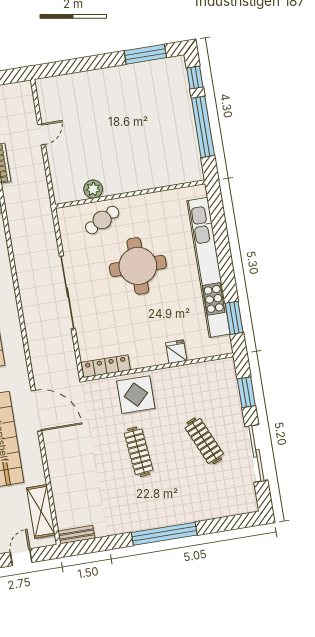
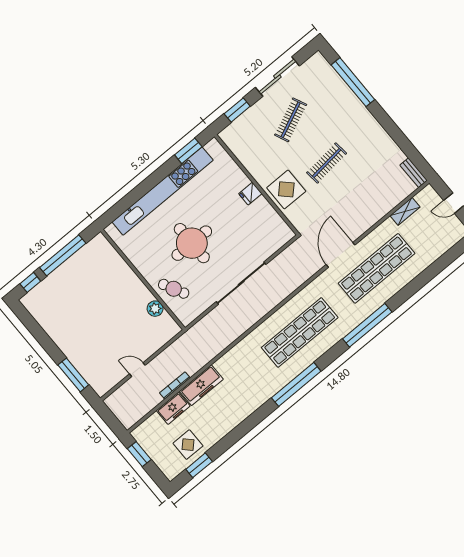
window: (145, 54) -> (73, 375), moved
fridge: (176, 352) -> (250, 194), moved
locker: (106, 366) -> (278, 223), removed
shelving: (41, 511) -> (405, 211), width x0.67, depth x0.75
window: (164, 534) -> (353, 82), moved

